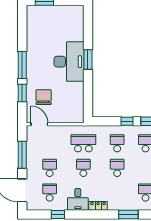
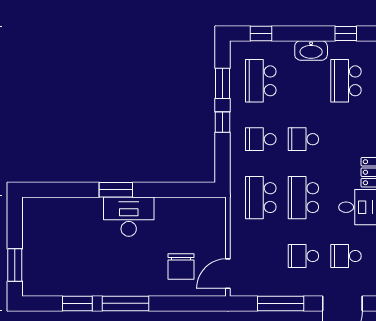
desk: (69, 62) -> (129, 217), width x0.73, depth x0.77
window: (22, 93) -> (77, 303), moved
chair: (44, 97) -> (181, 266), turned -90
school desk: (83, 168) -> (303, 198), width x1.85

